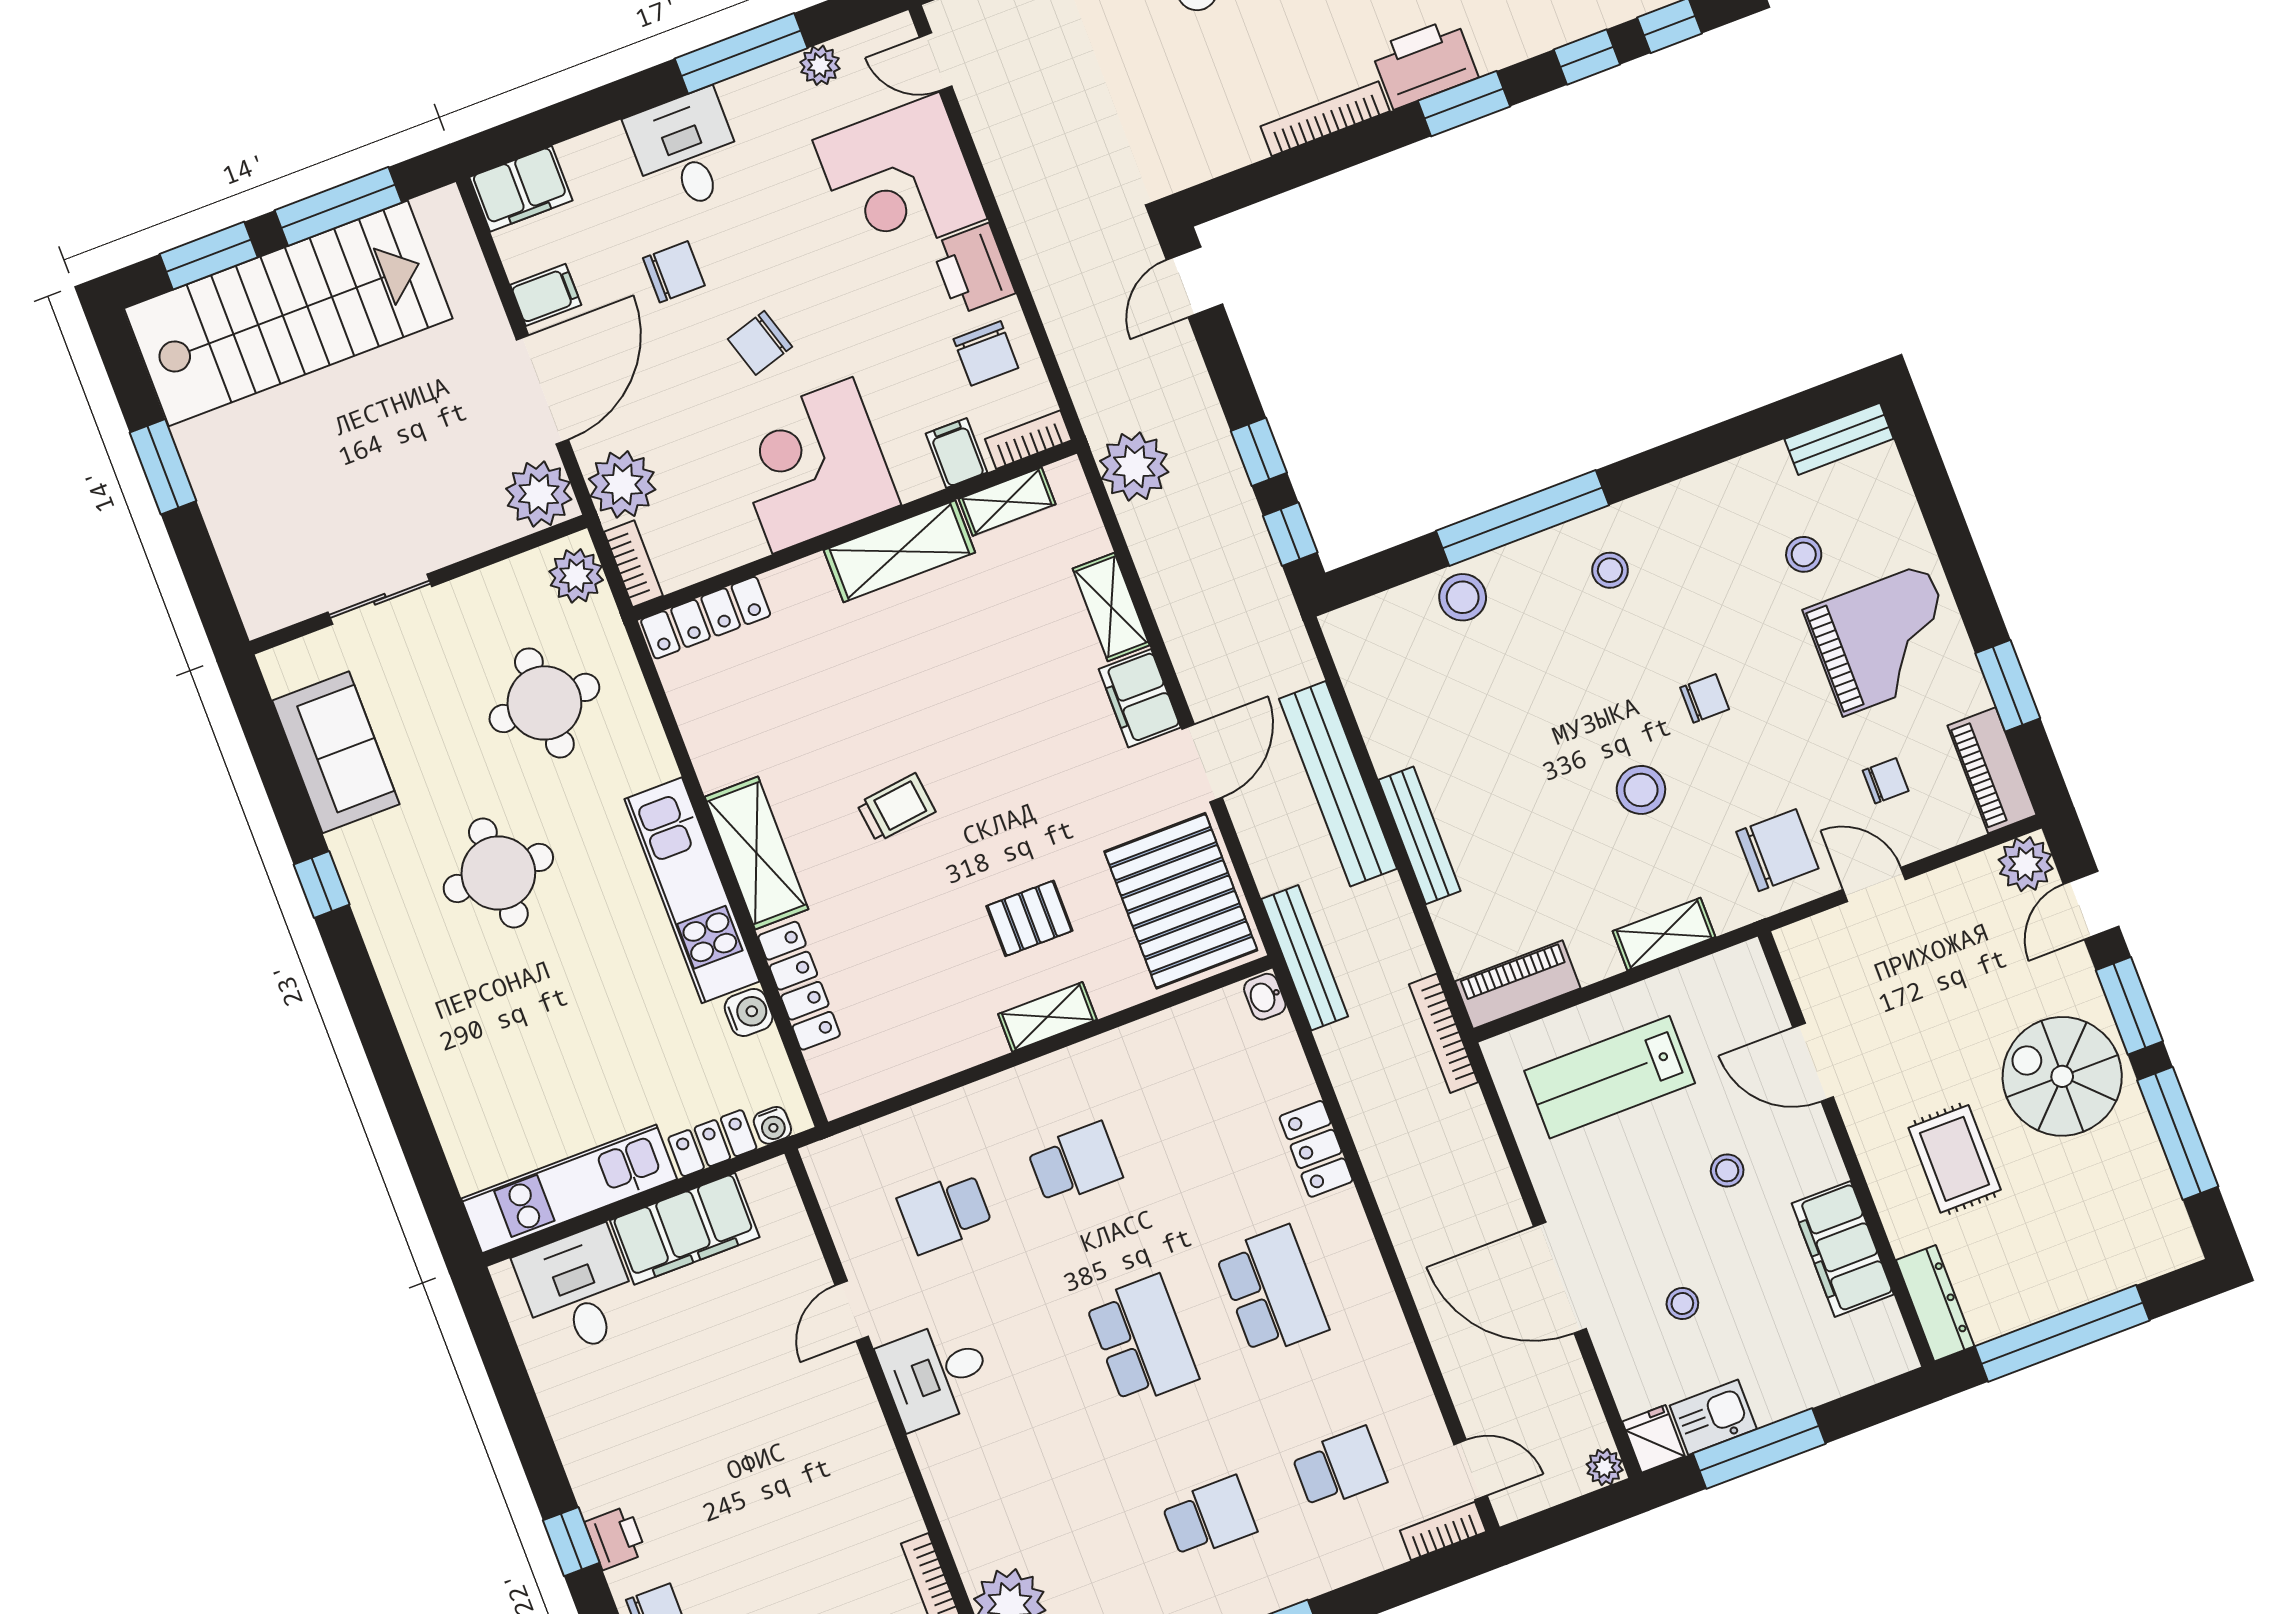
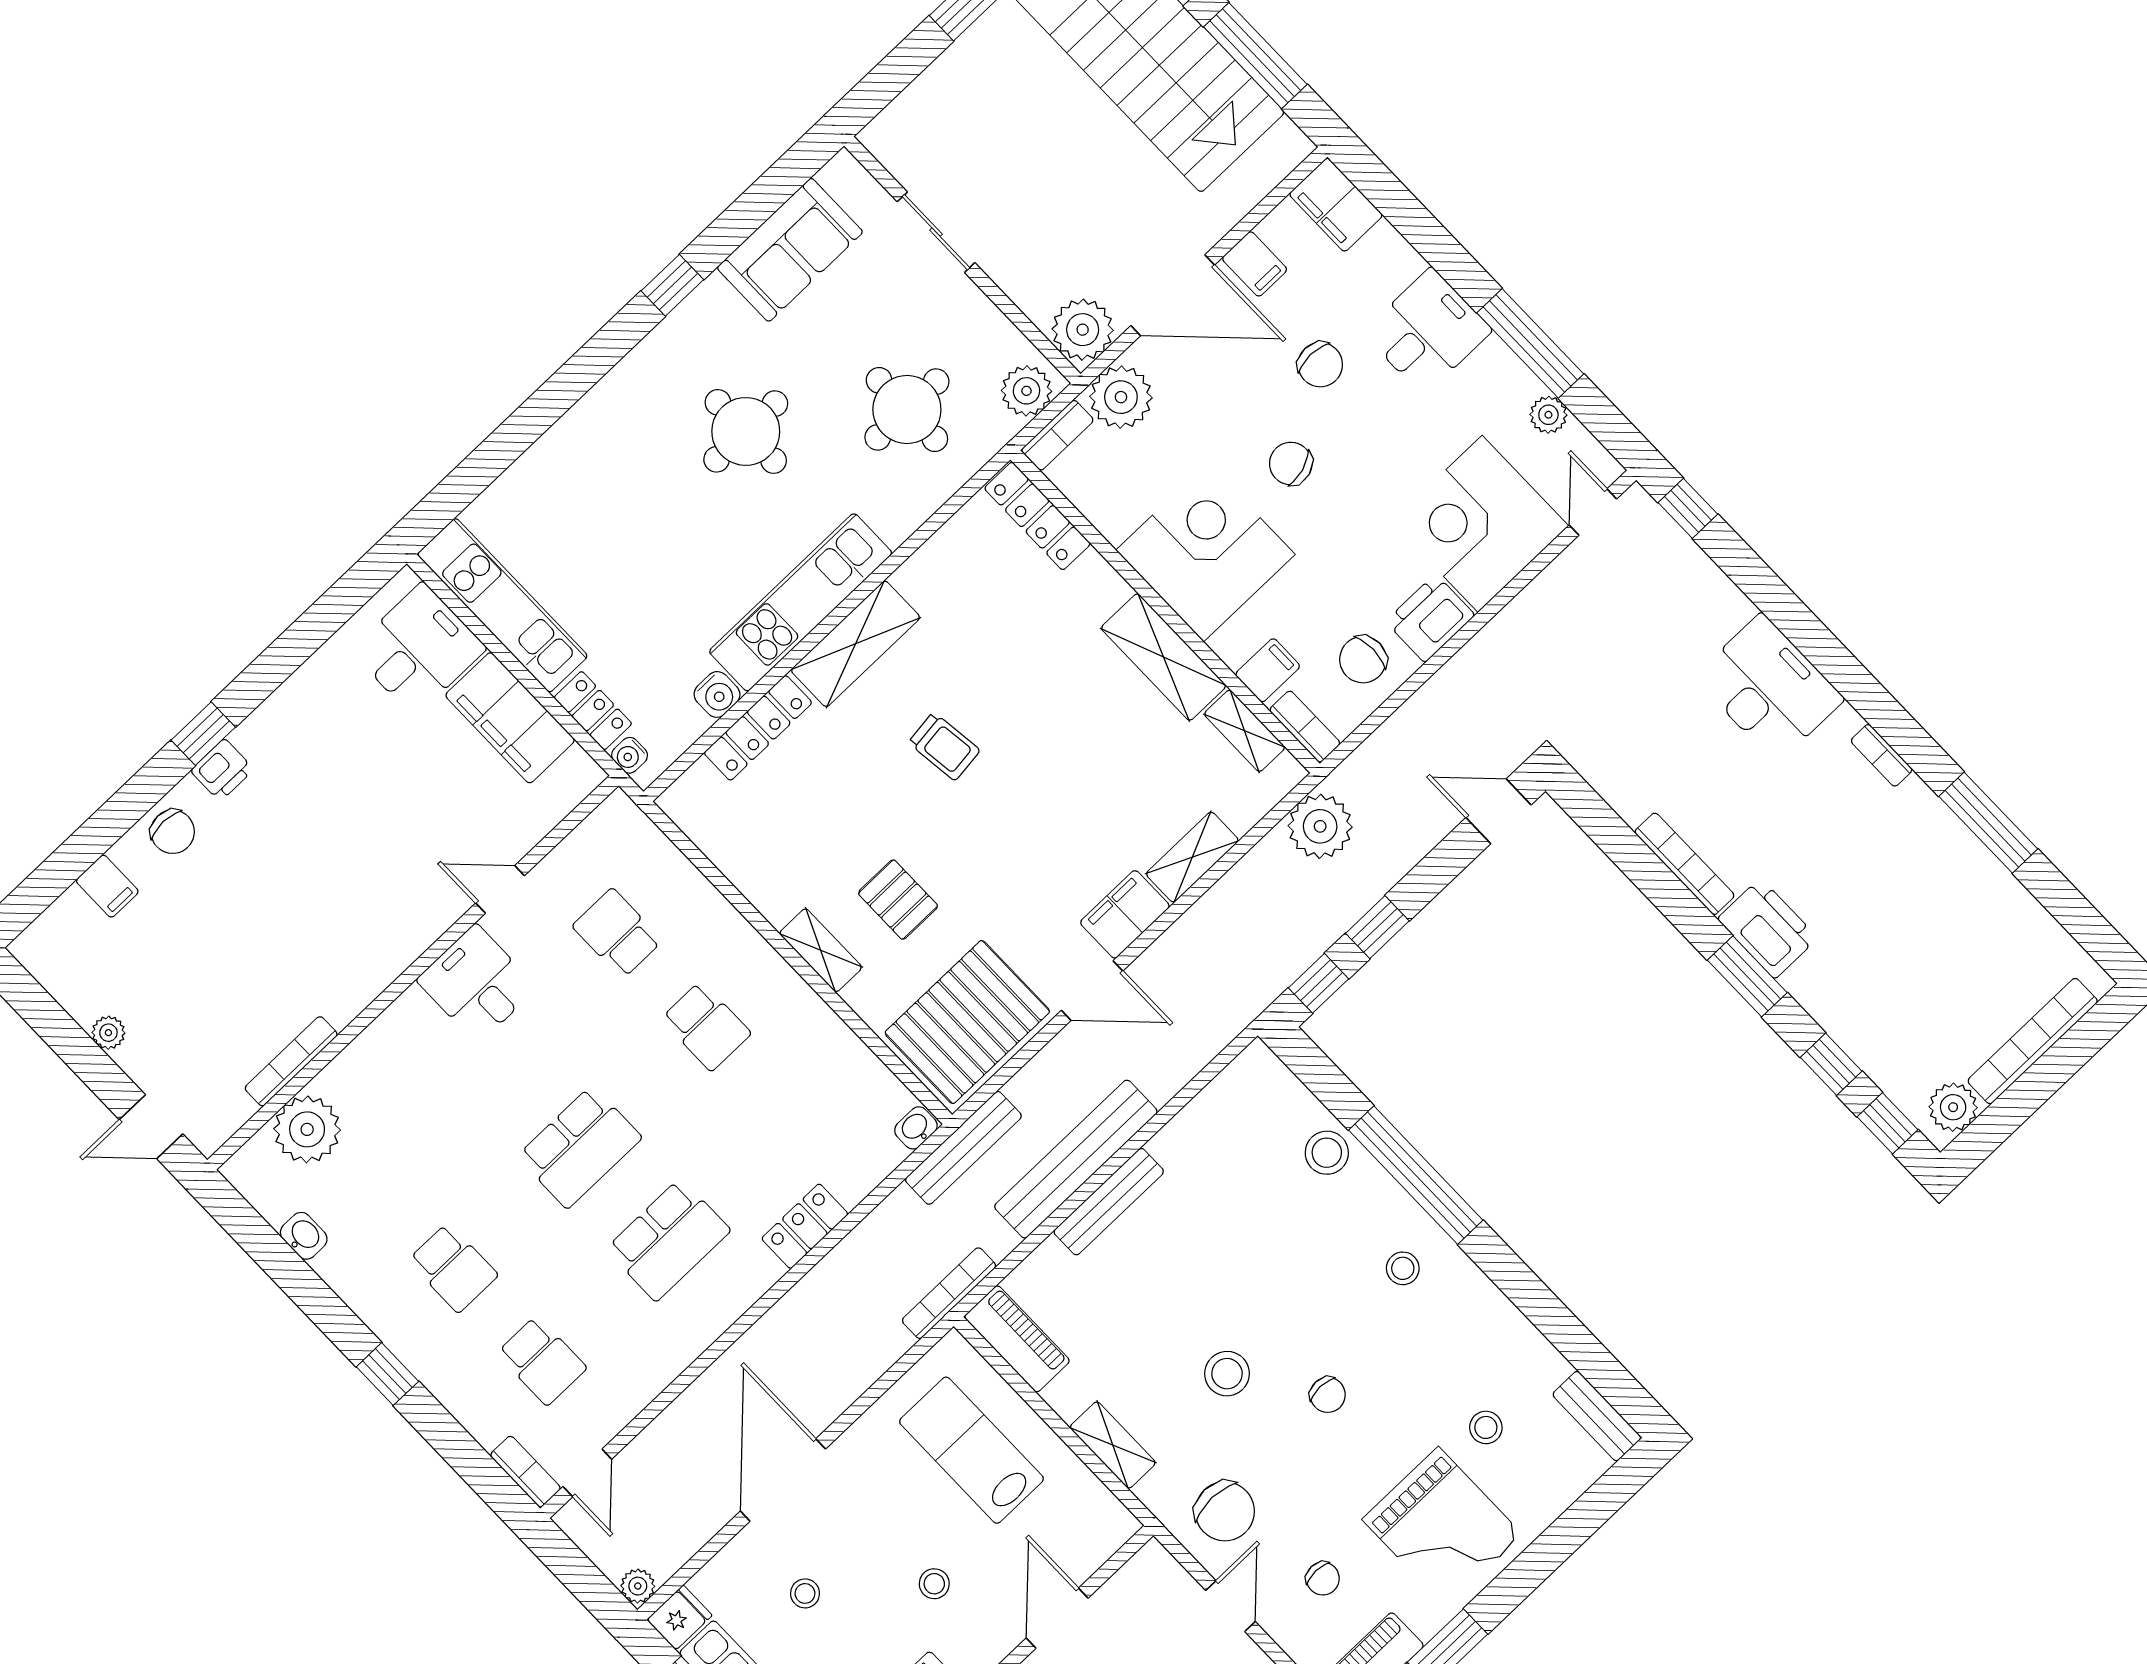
bench: (1338, 784) -> (1076, 1159), moved

